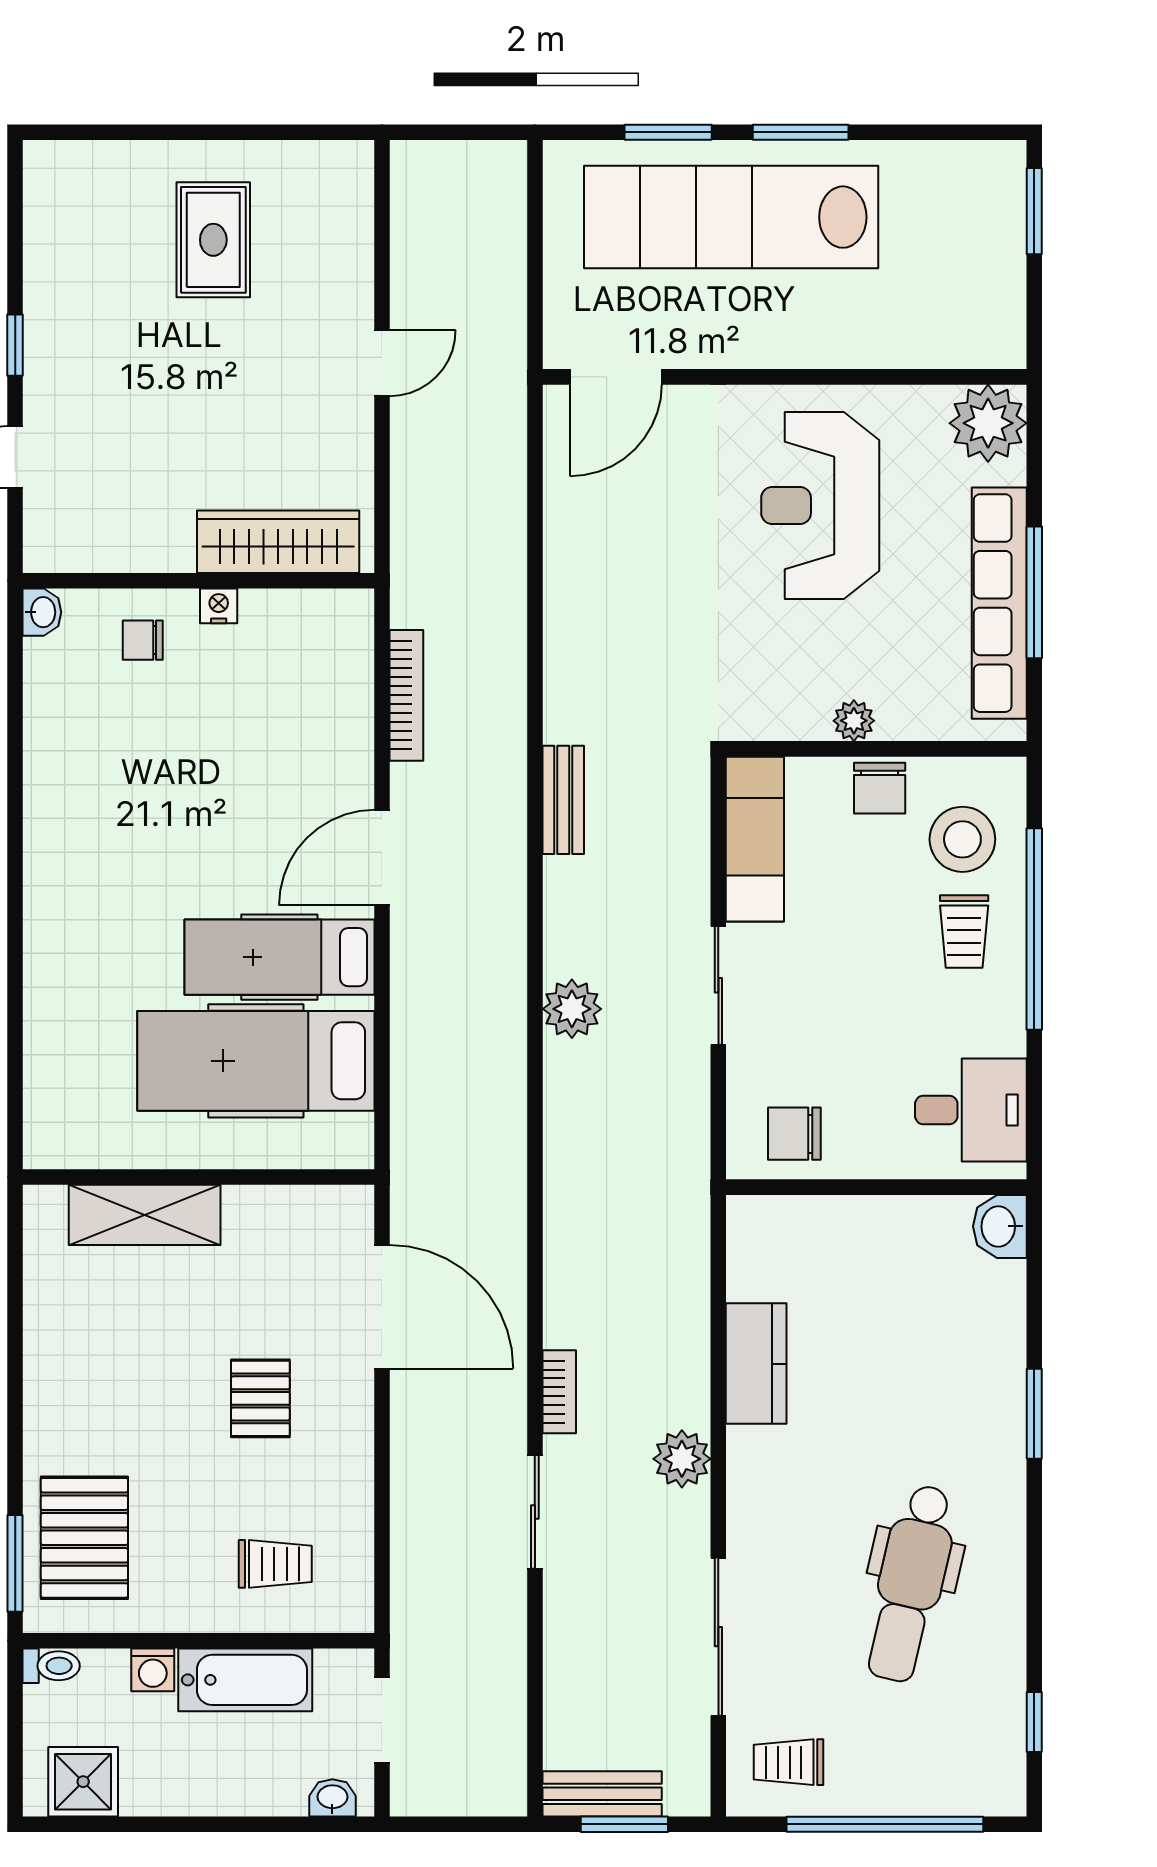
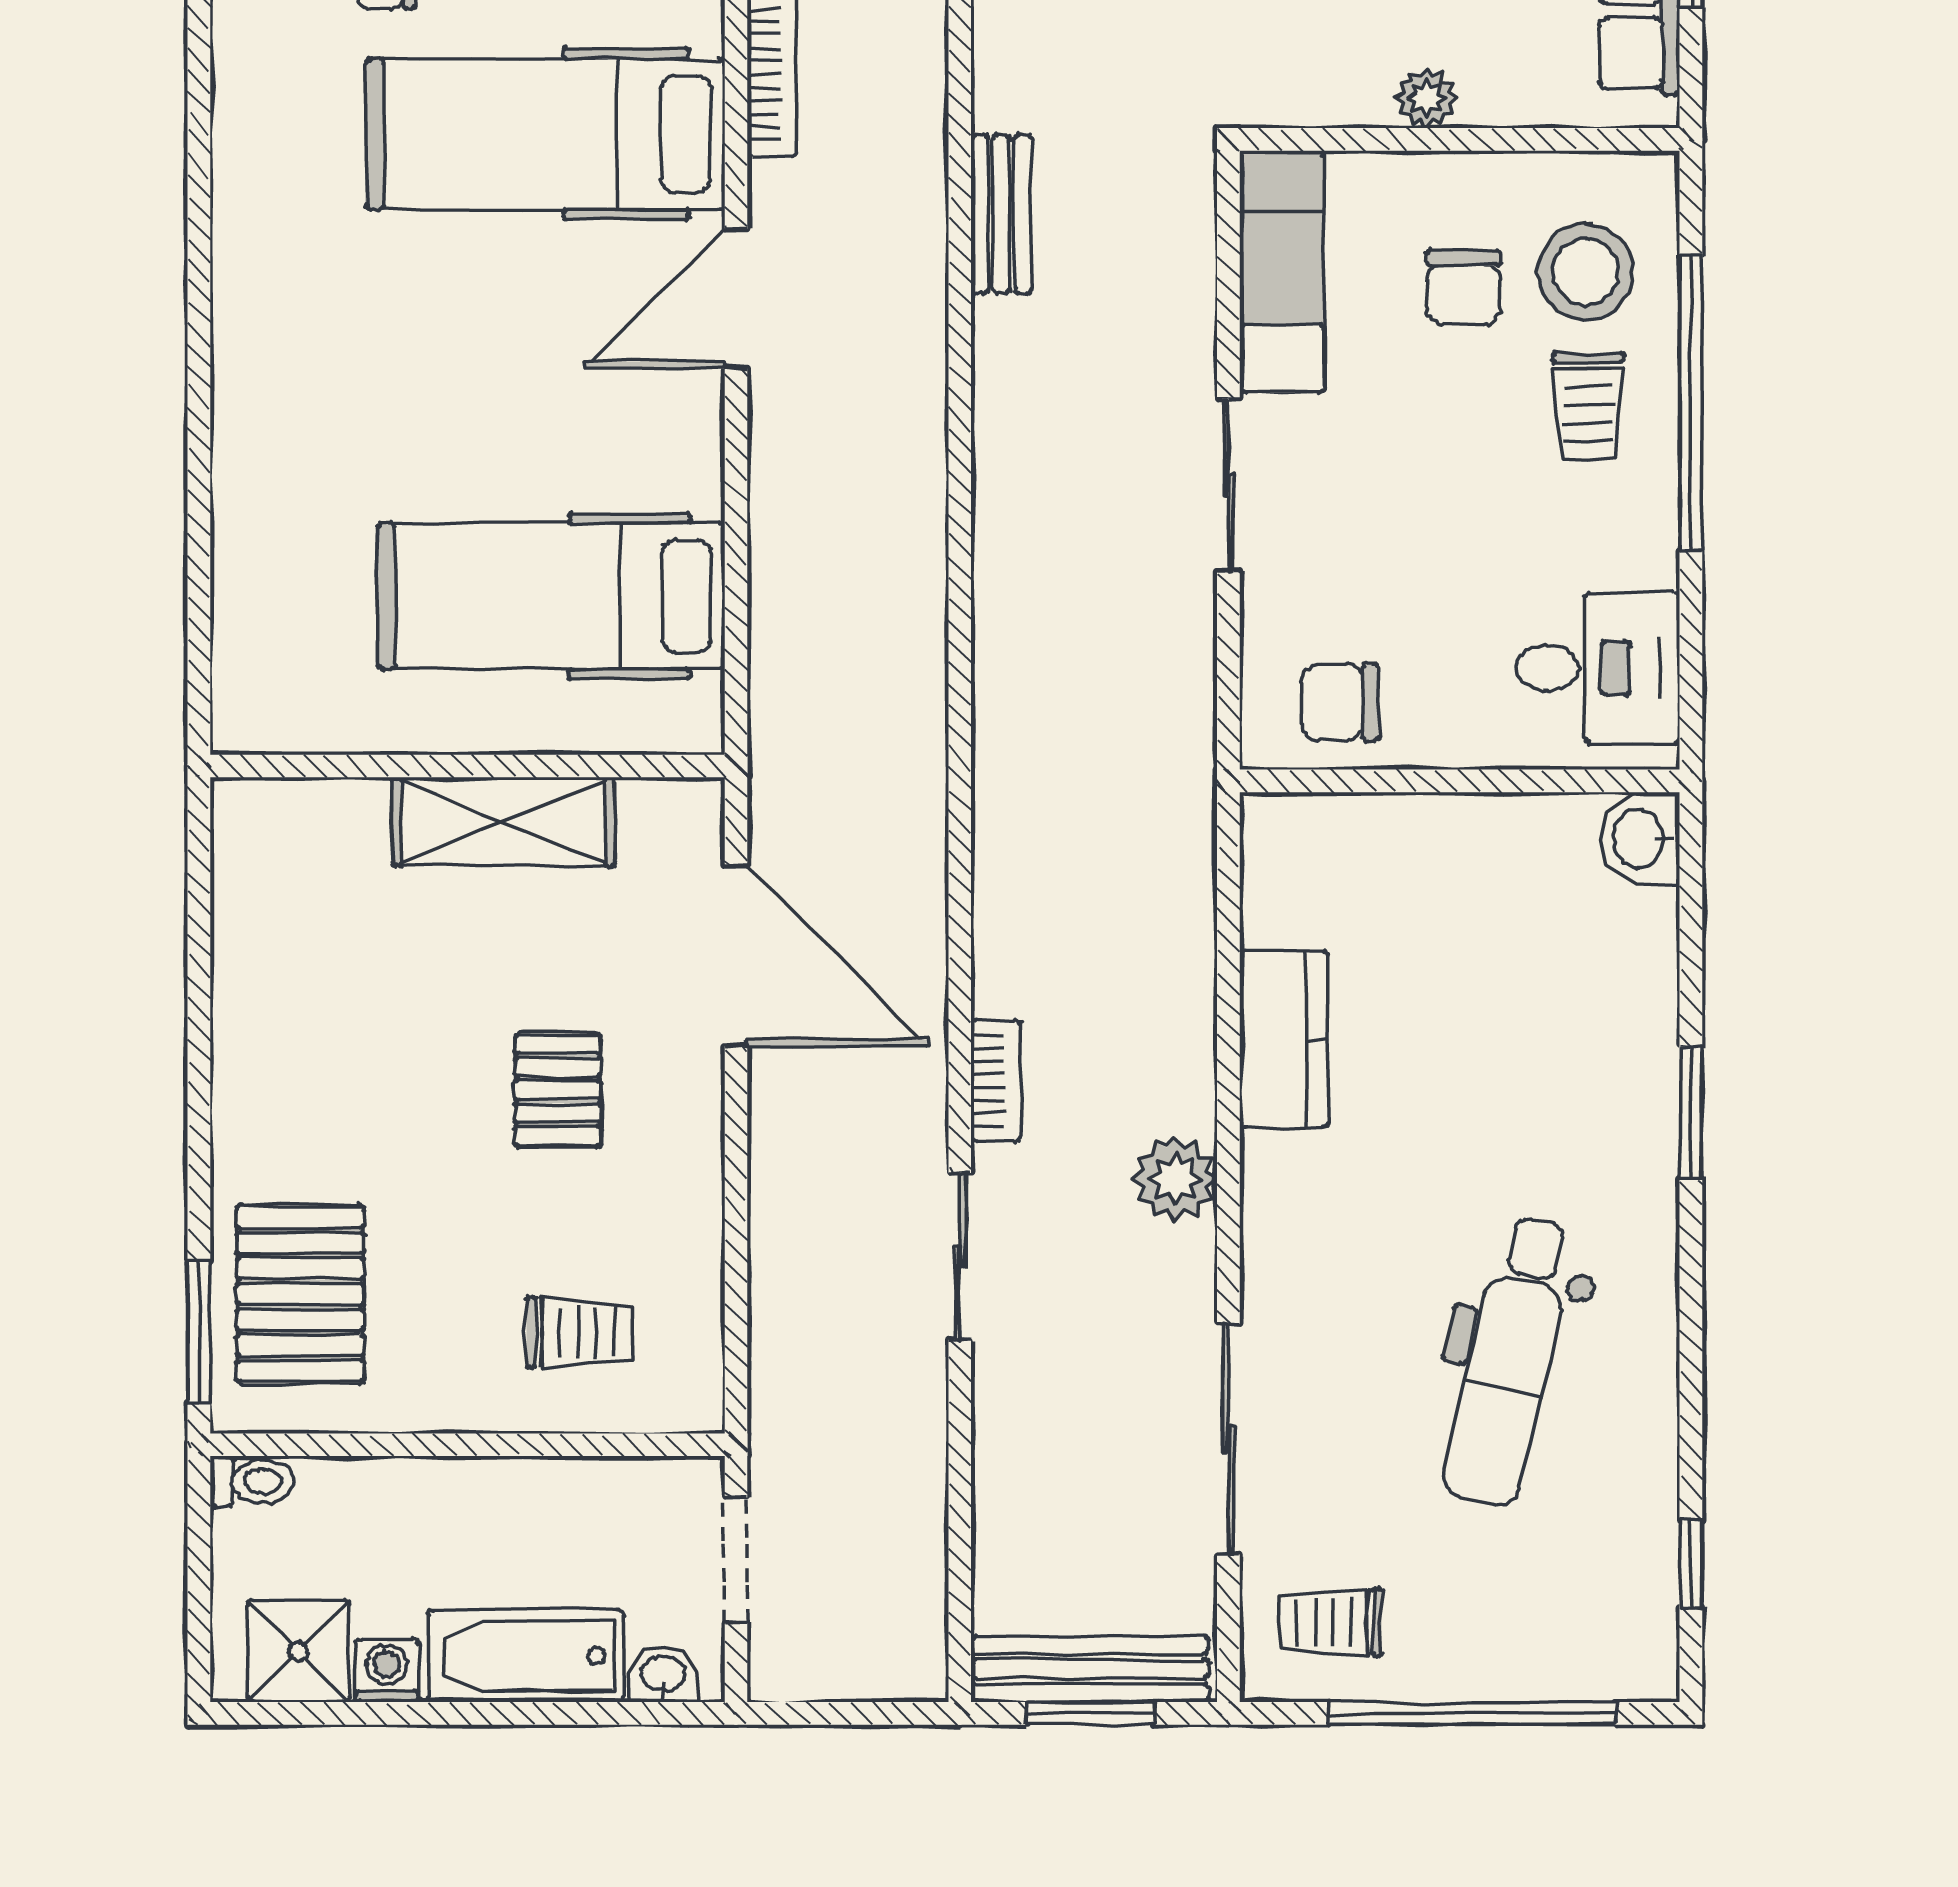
chair: (880, 788) -> (1464, 288), moved
hospital bed: (279, 957) -> (545, 134), moved, width x1.37, depth x1.29
plant: (572, 1009) -> (1014, 520), removed
shelving: (145, 1215) -> (503, 821), moved
washing machine: (153, 1670) -> (387, 1671), moved, turned 180
bathtub: (245, 1680) -> (526, 1656), moved, turned 180
bench: (602, 1794) -> (1090, 1669), width x1.36

